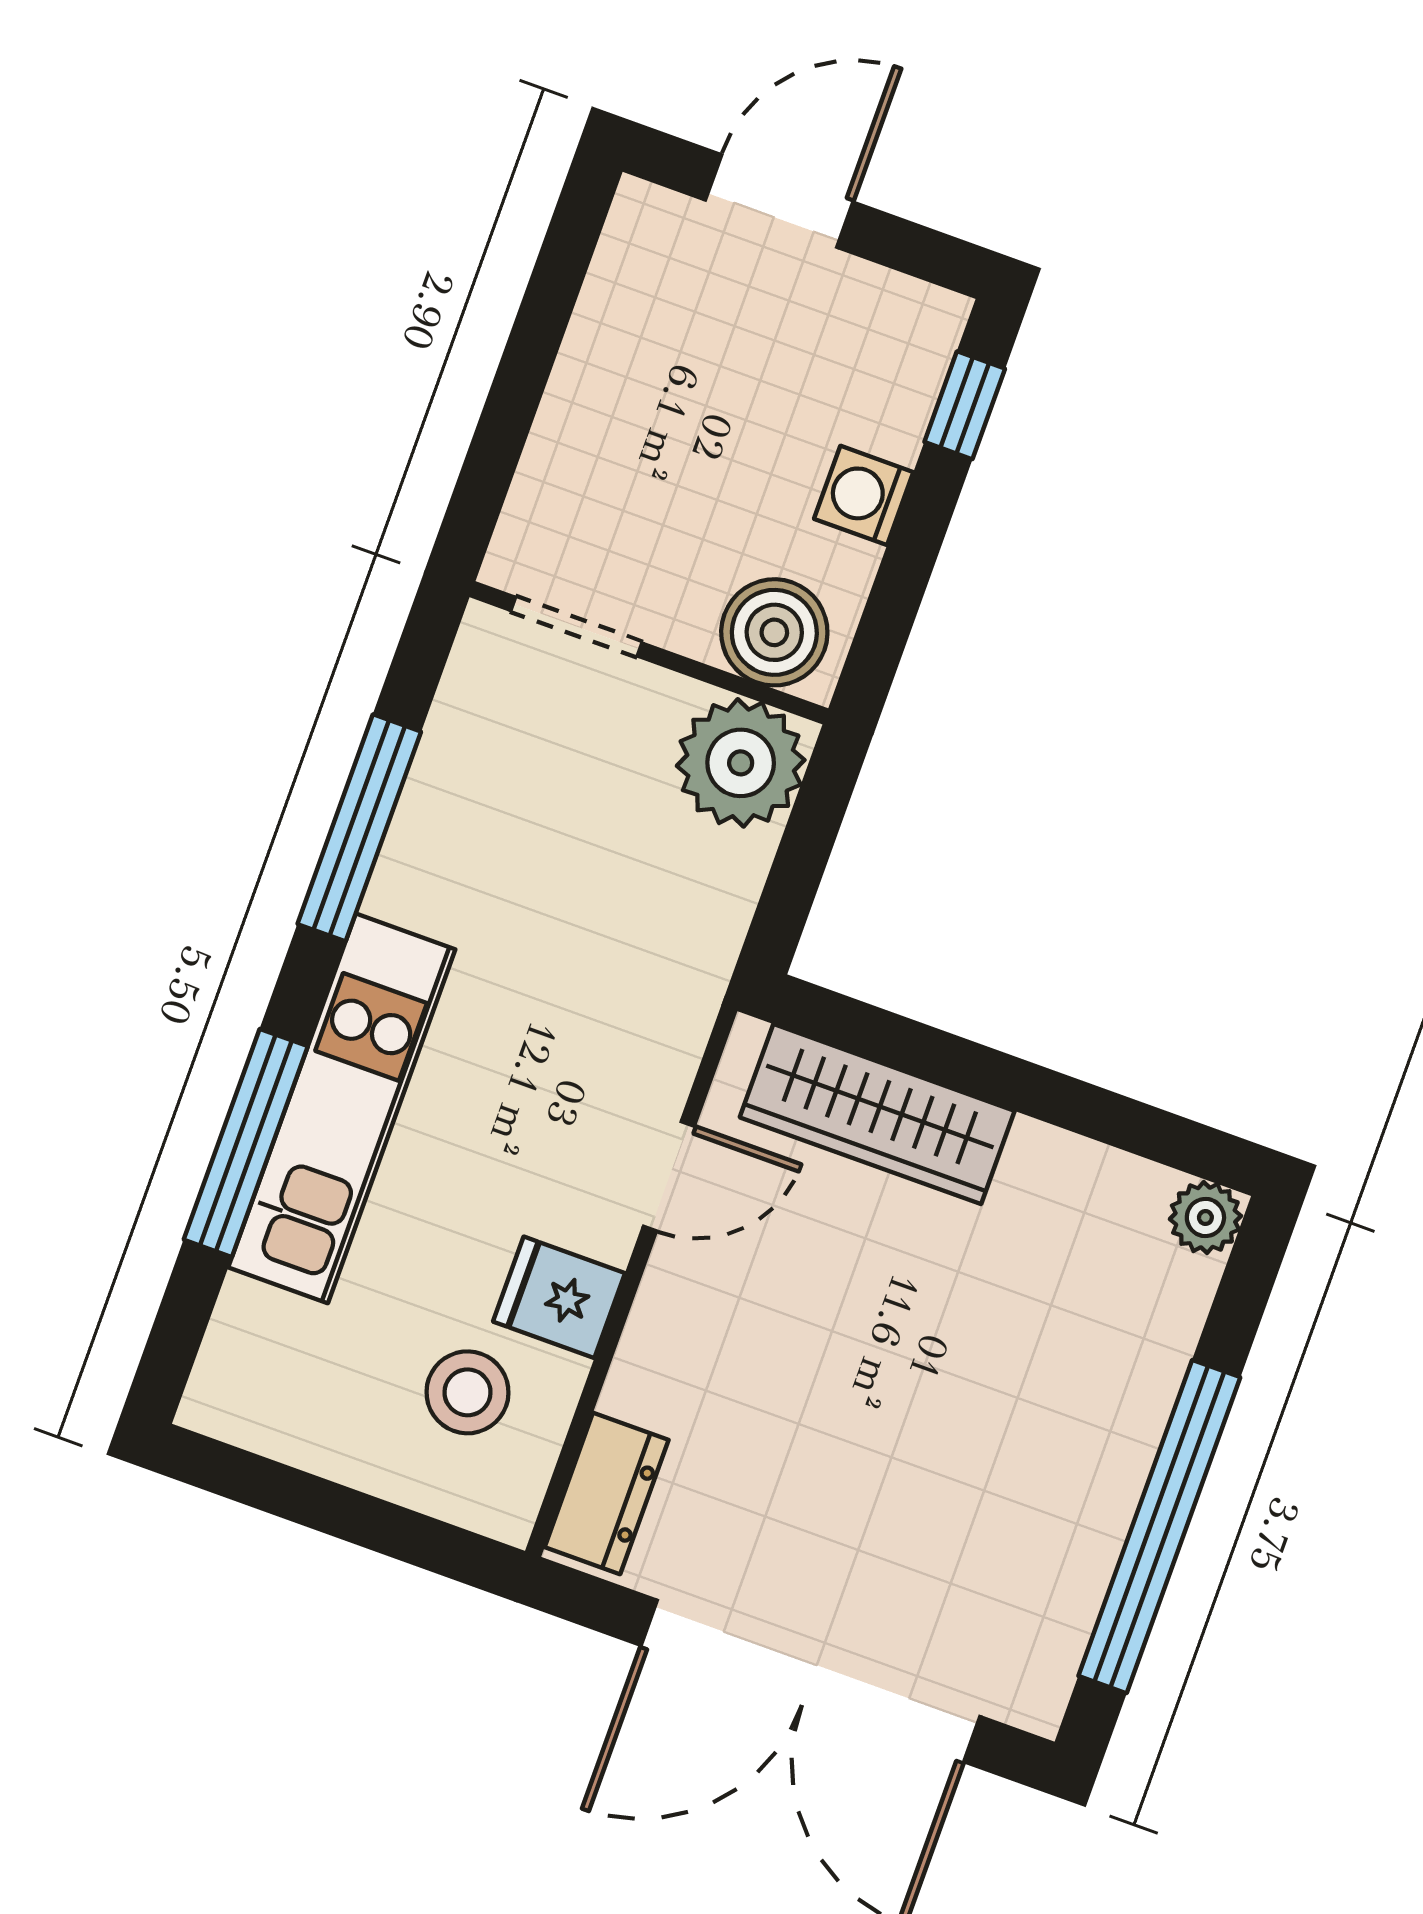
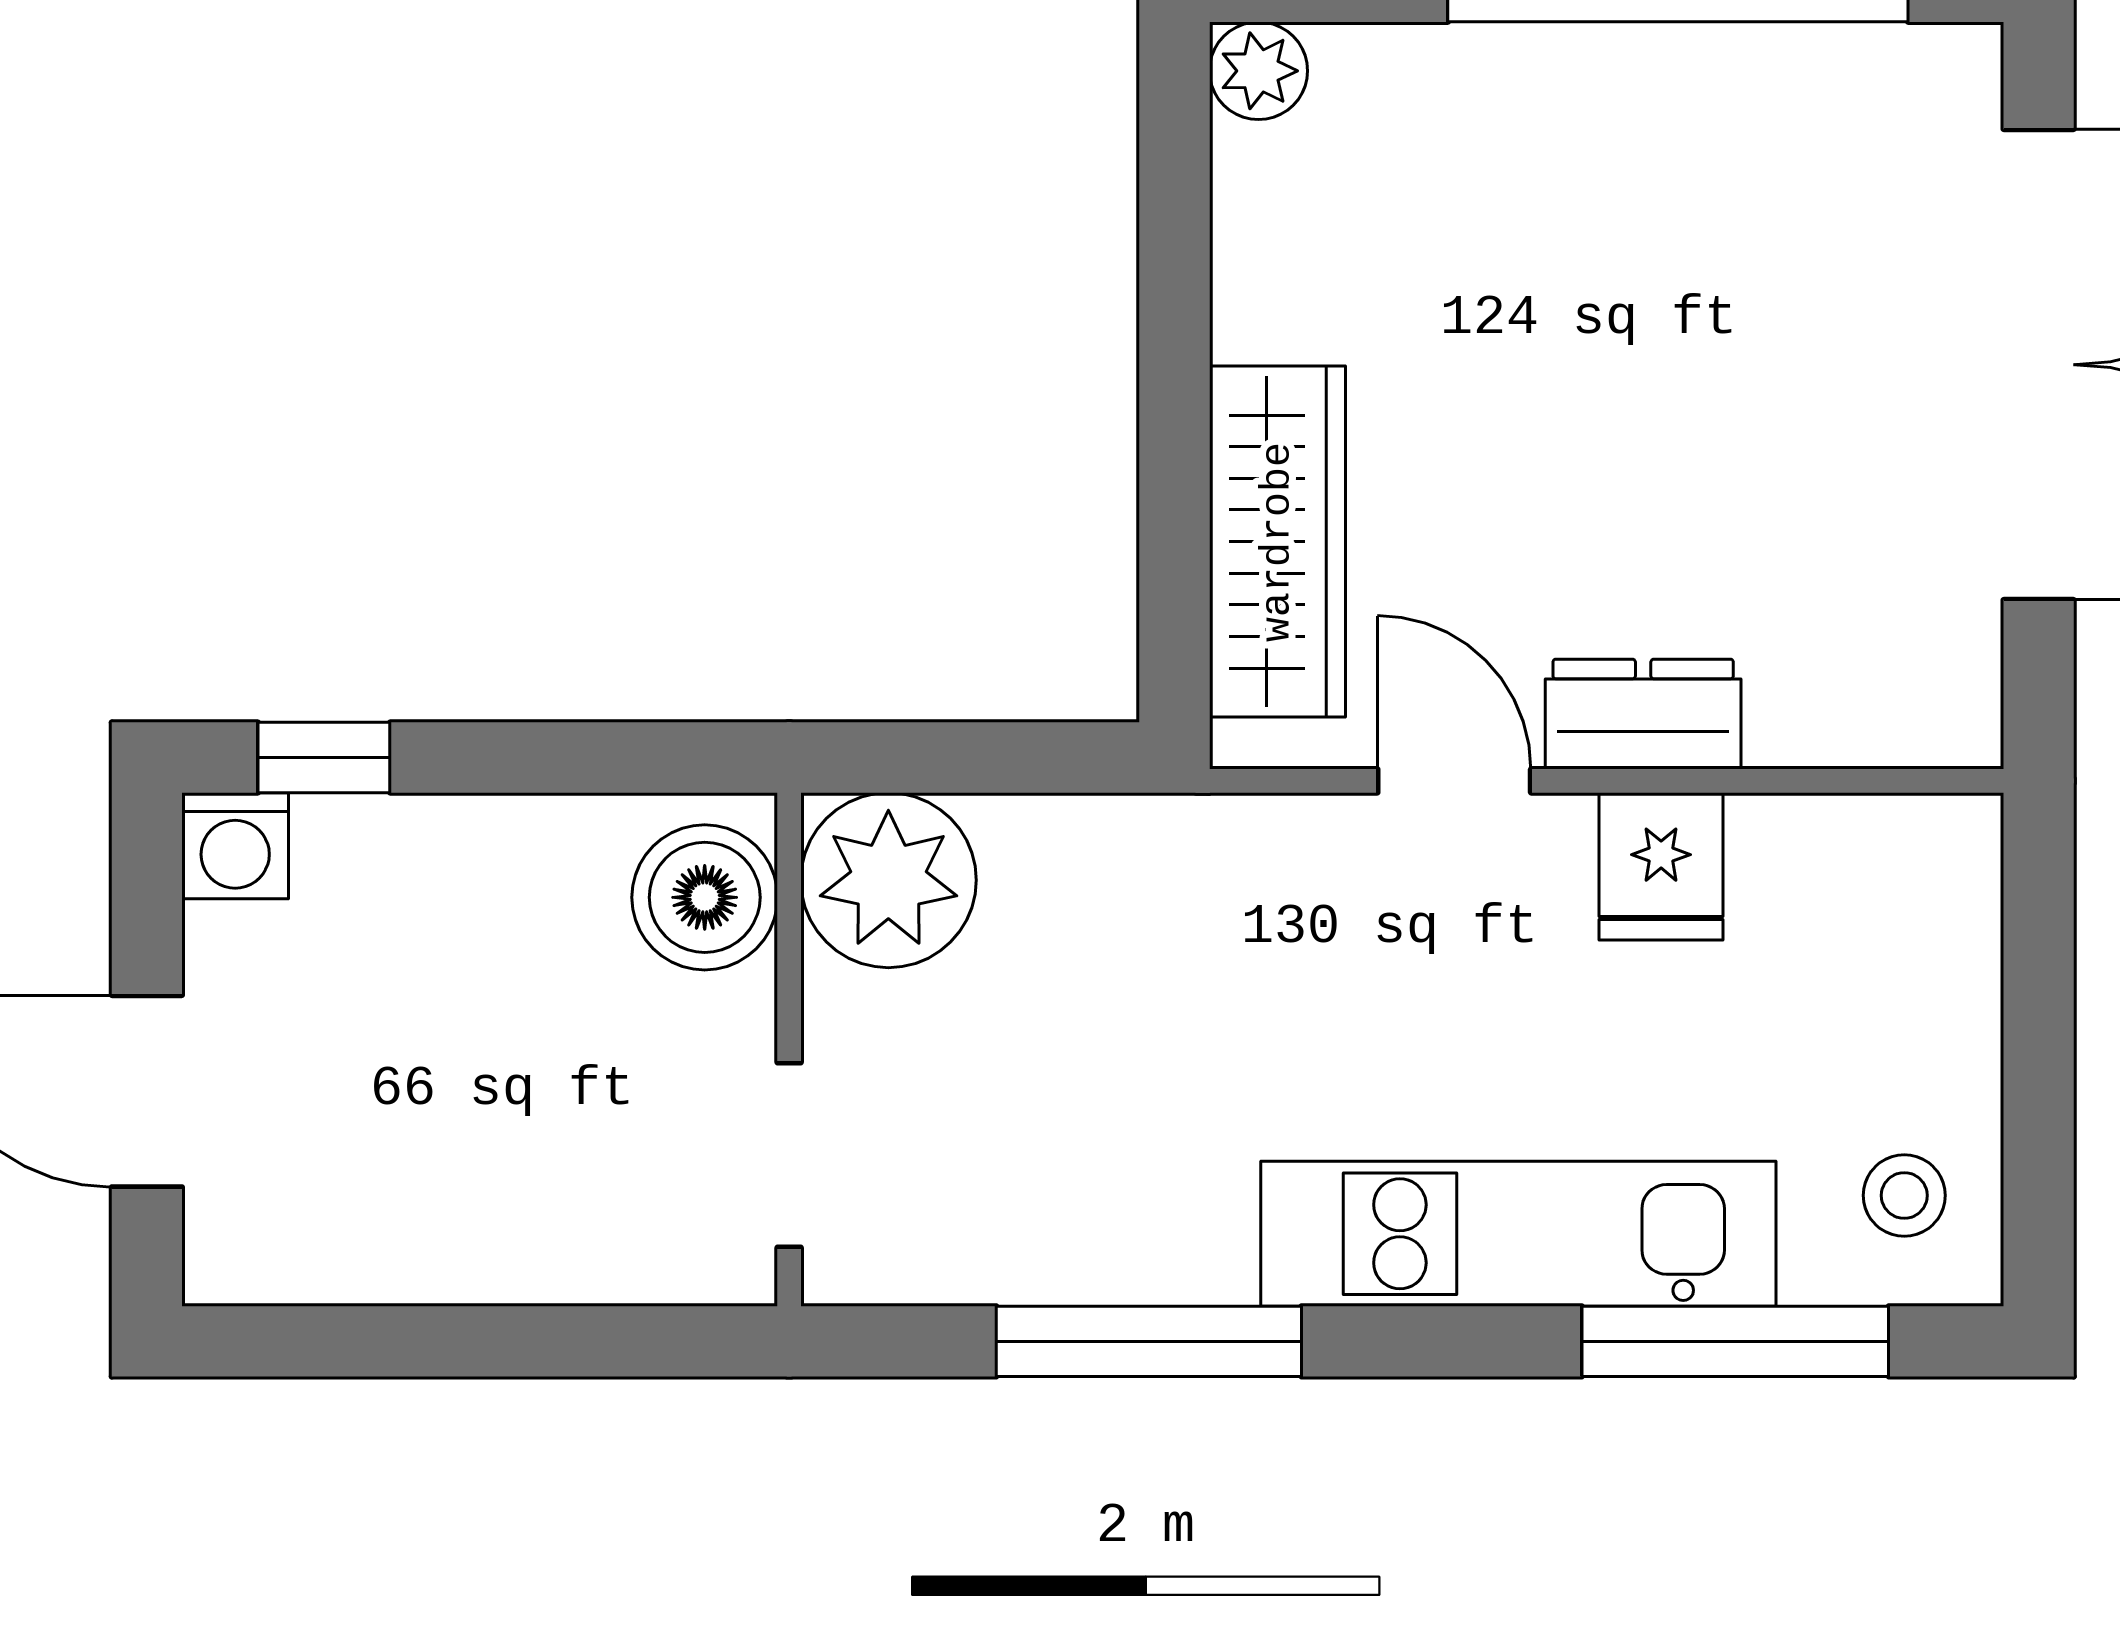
washing machine: (864, 495) -> (235, 846), moved
window: (246, 1143) -> (1735, 1341), moved
stool: (468, 1392) -> (1904, 1195), moved, width x0.73, depth x0.73
dresser: (607, 1493) -> (1643, 714), moved

